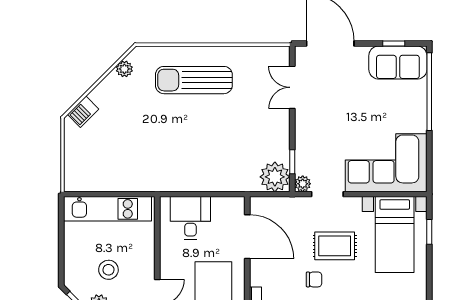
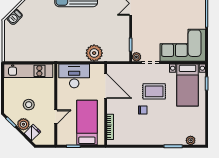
plant: (275, 177) -> (94, 53), moved
desk: (190, 218) -> (74, 76), width x1.37

